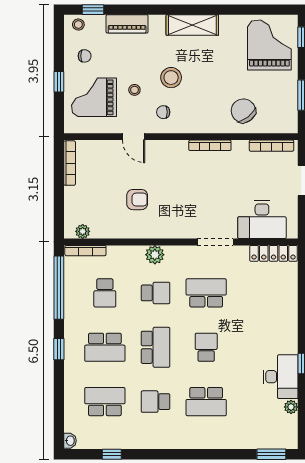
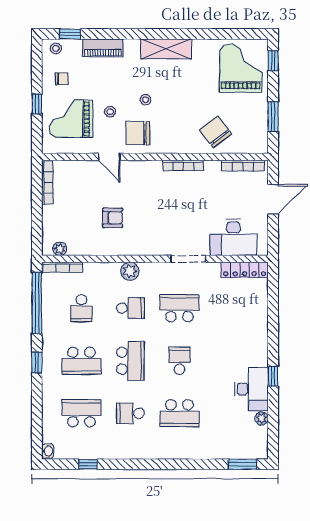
stool: (171, 78) -> (146, 100), width x0.53, depth x0.53
chair: (163, 112) -> (138, 133), width x1.87, depth x1.87

